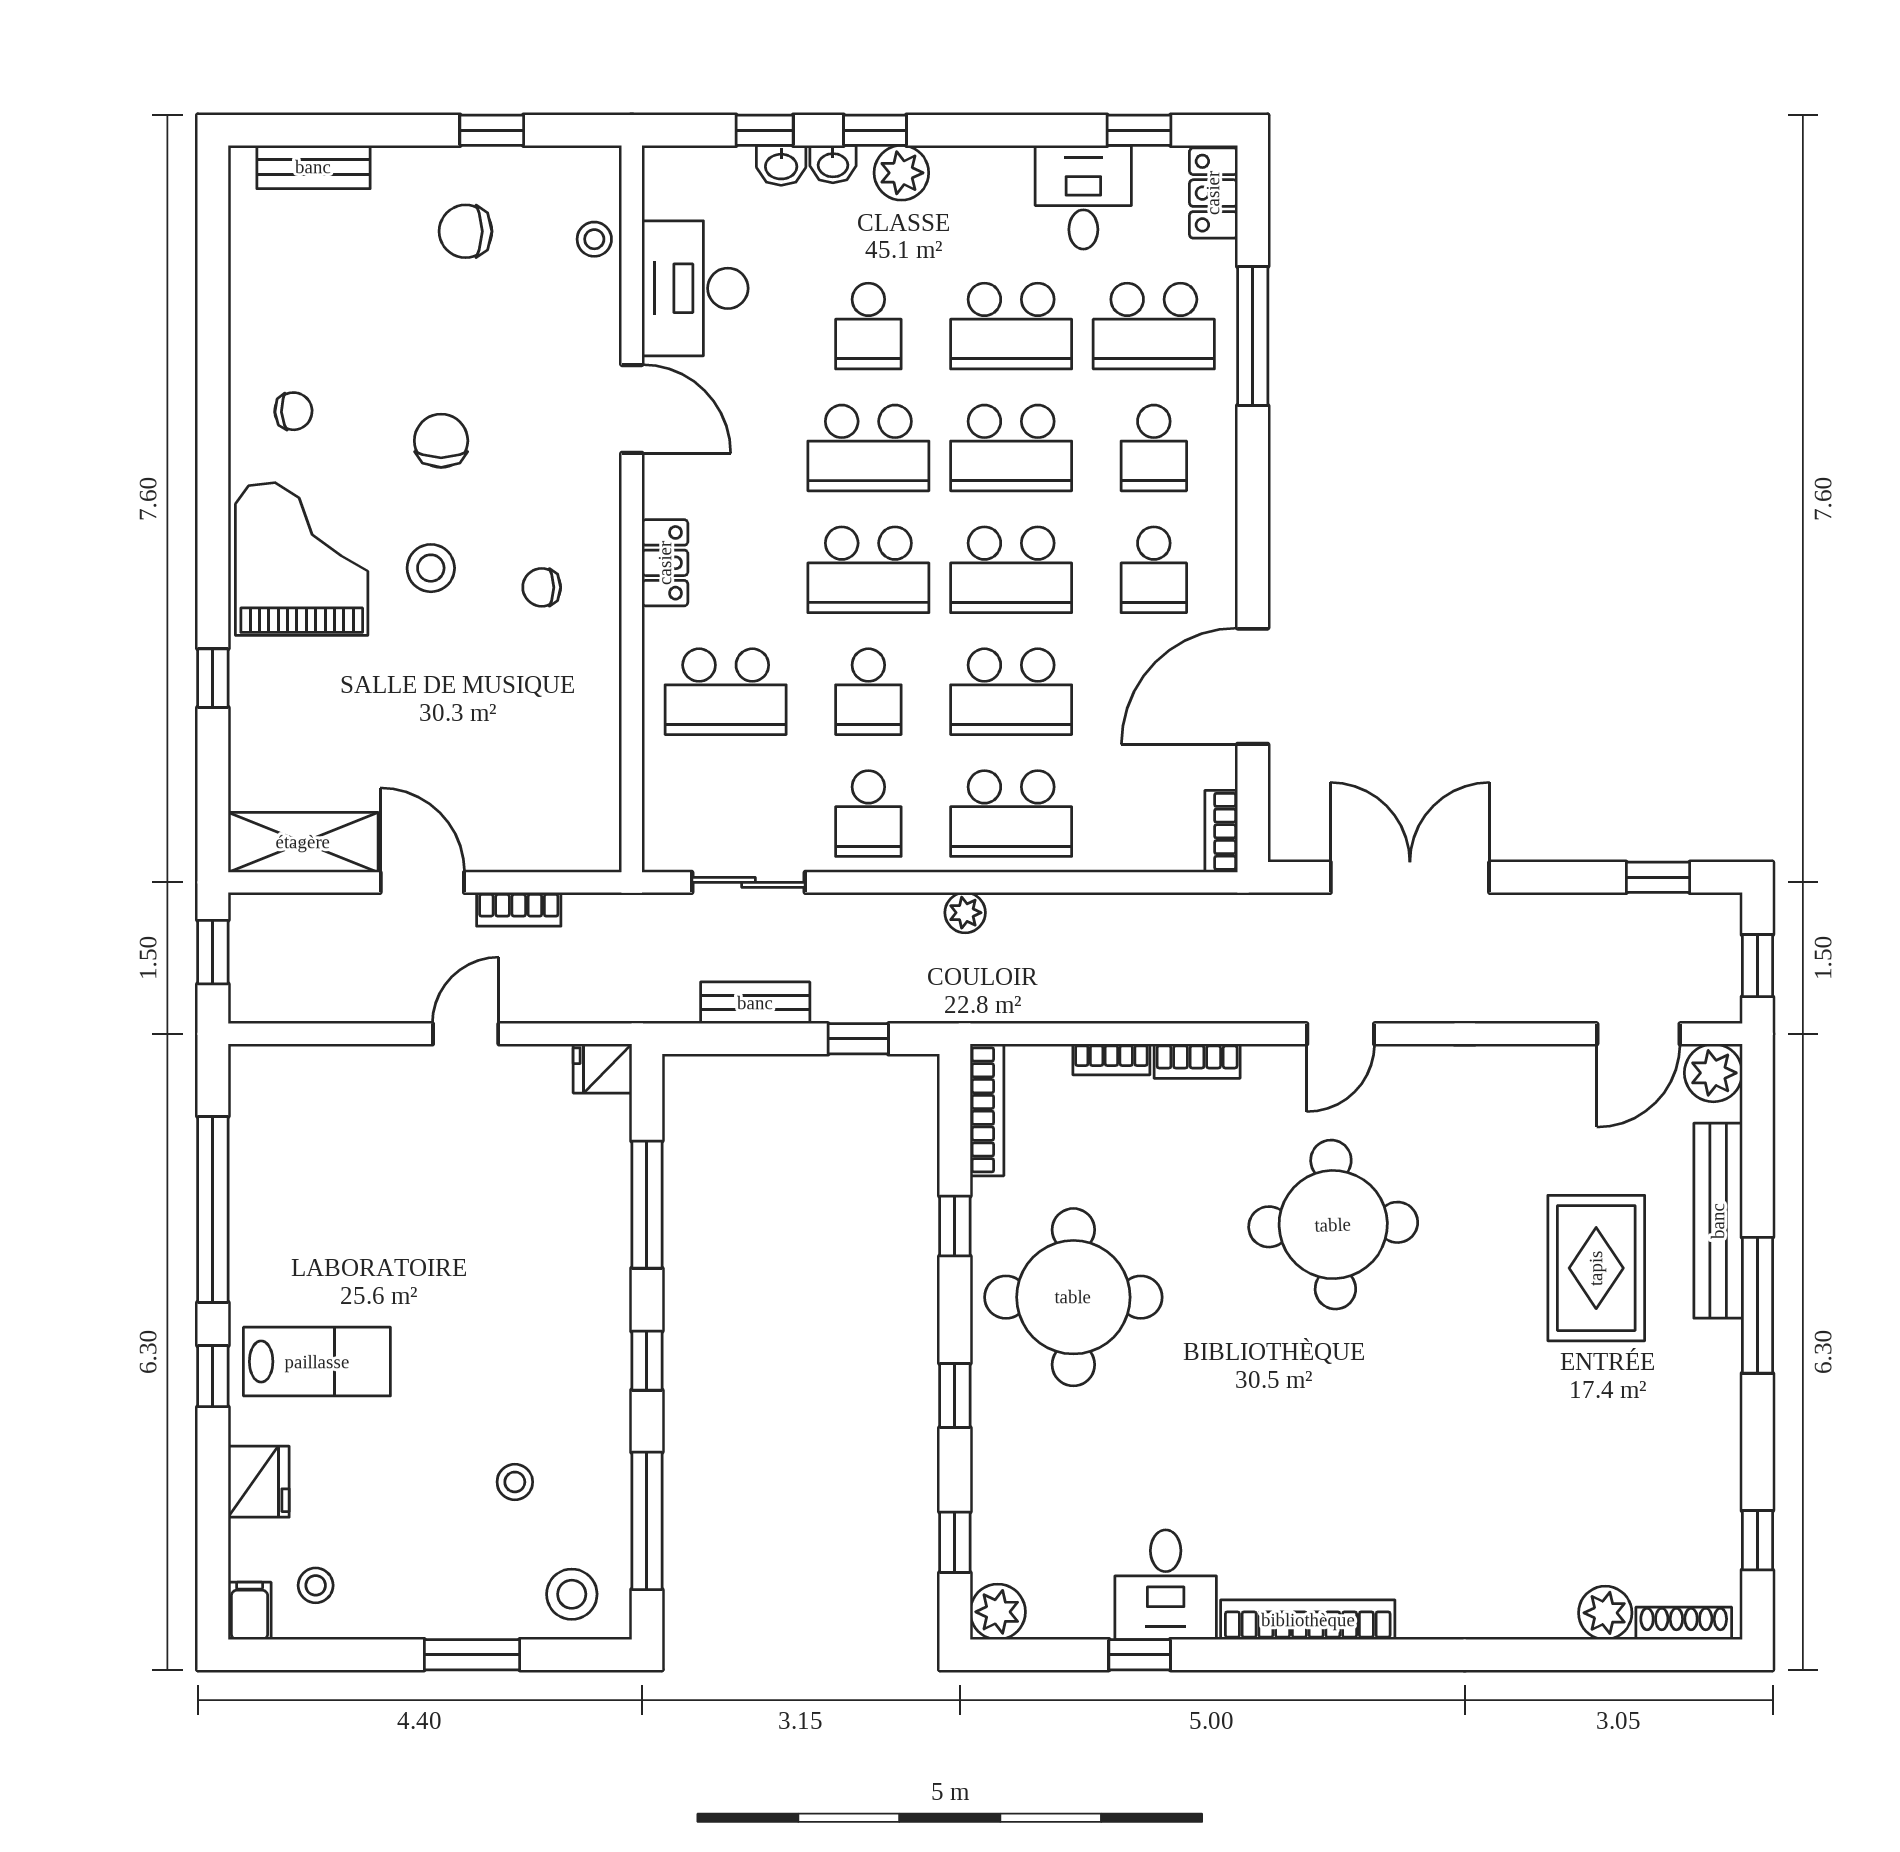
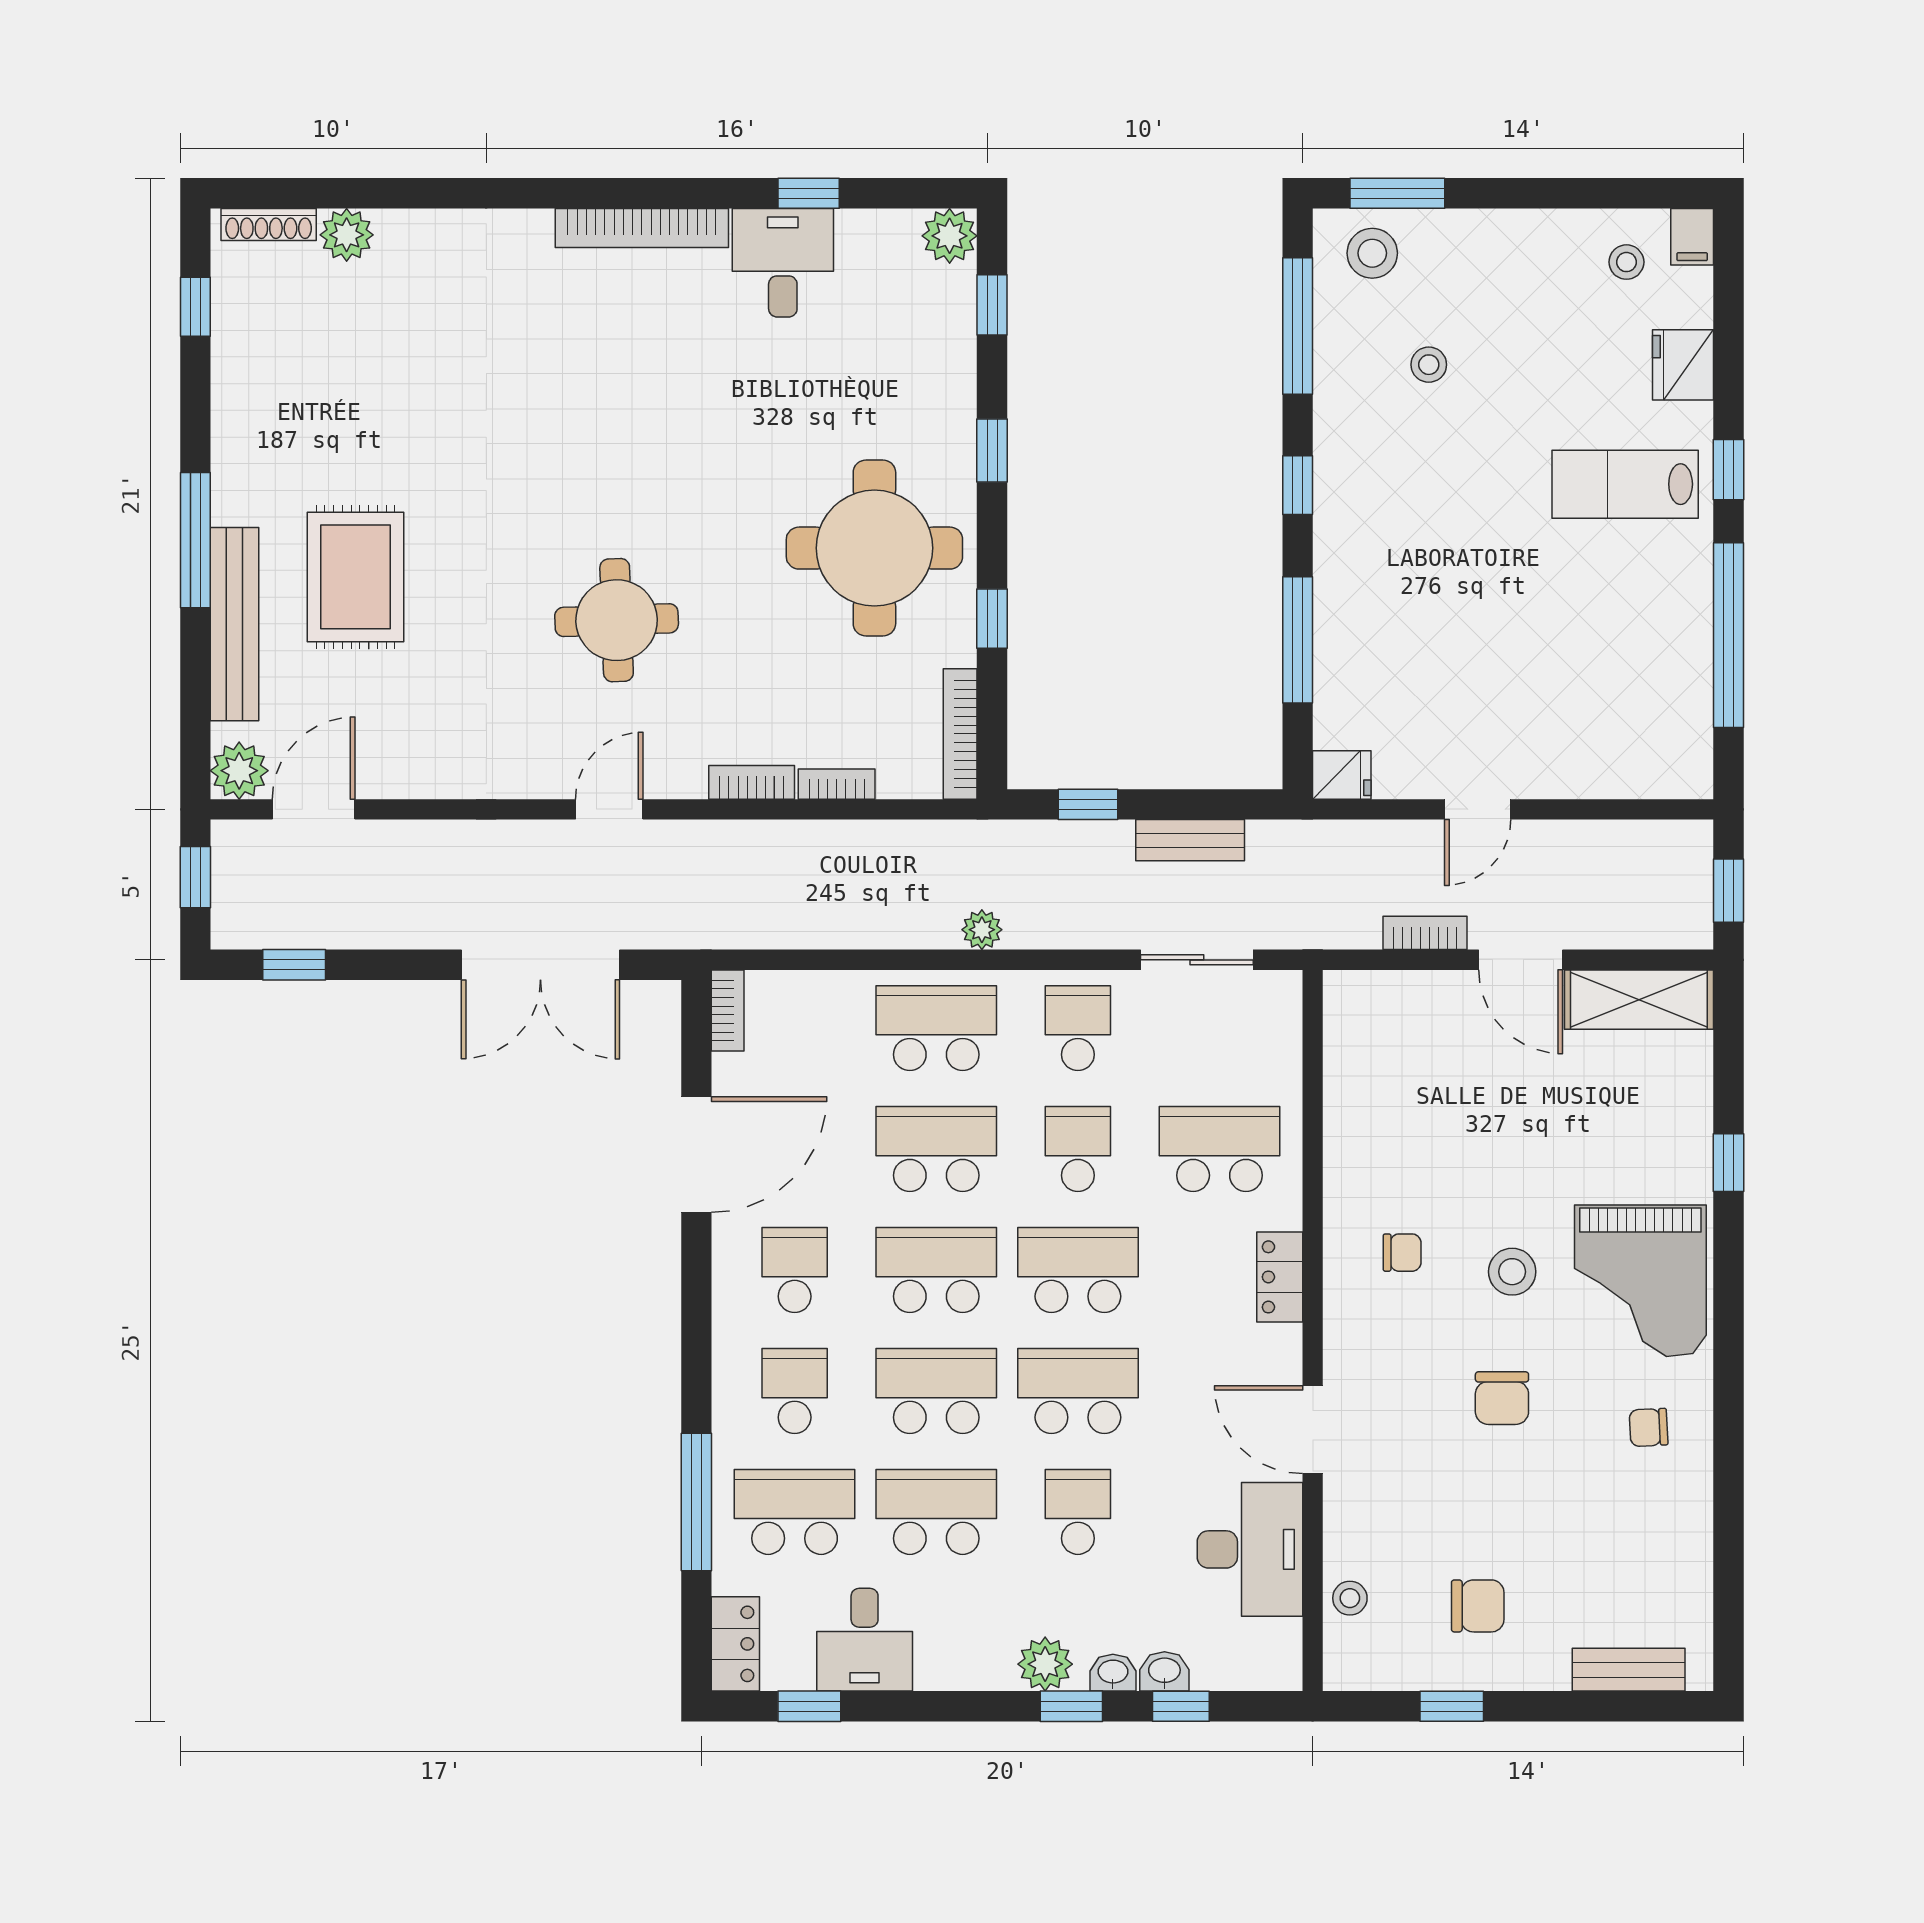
round table: (1333, 1225) -> (617, 620), width x0.73, depth x0.73
window: (472, 1655) -> (1397, 193), moved

